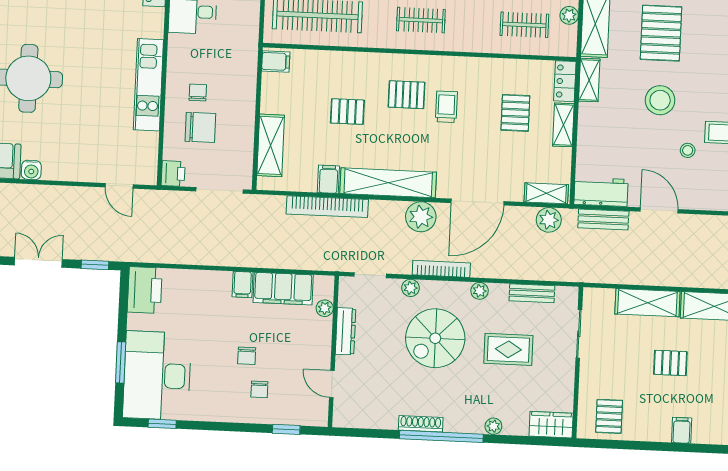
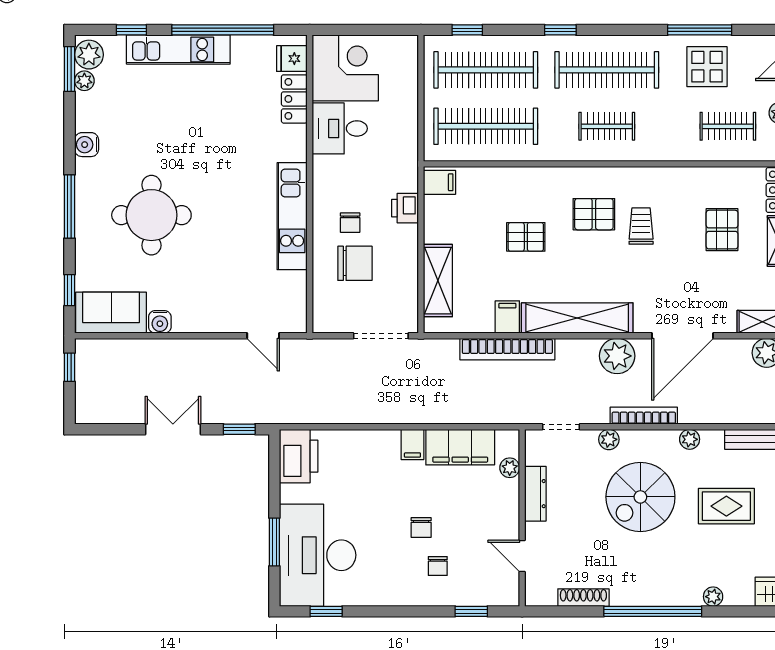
chair: (198, 93) -> (350, 223), turned 180
printer: (173, 174) -> (405, 208), moved, turned 180
shoe rack: (421, 424) -> (583, 598), moved

